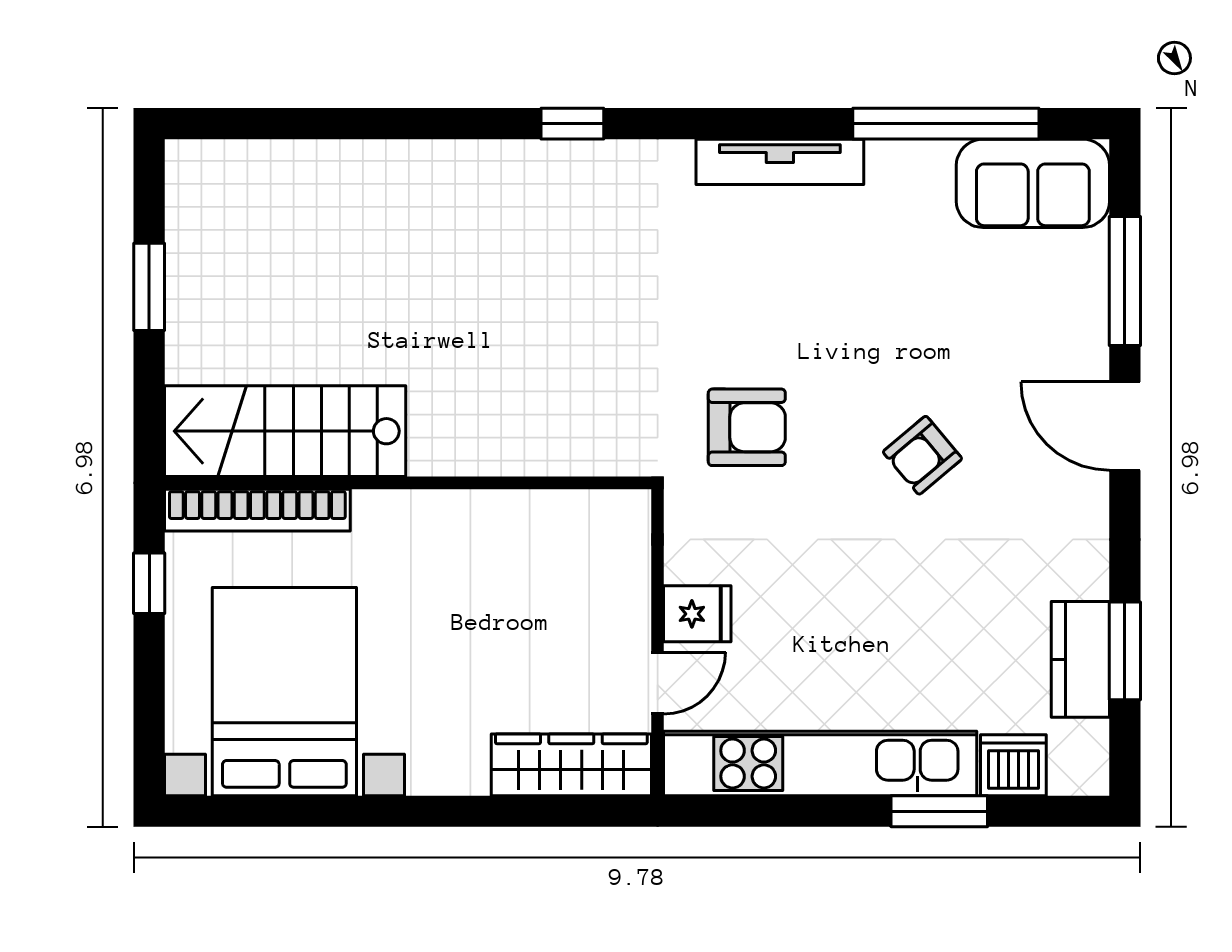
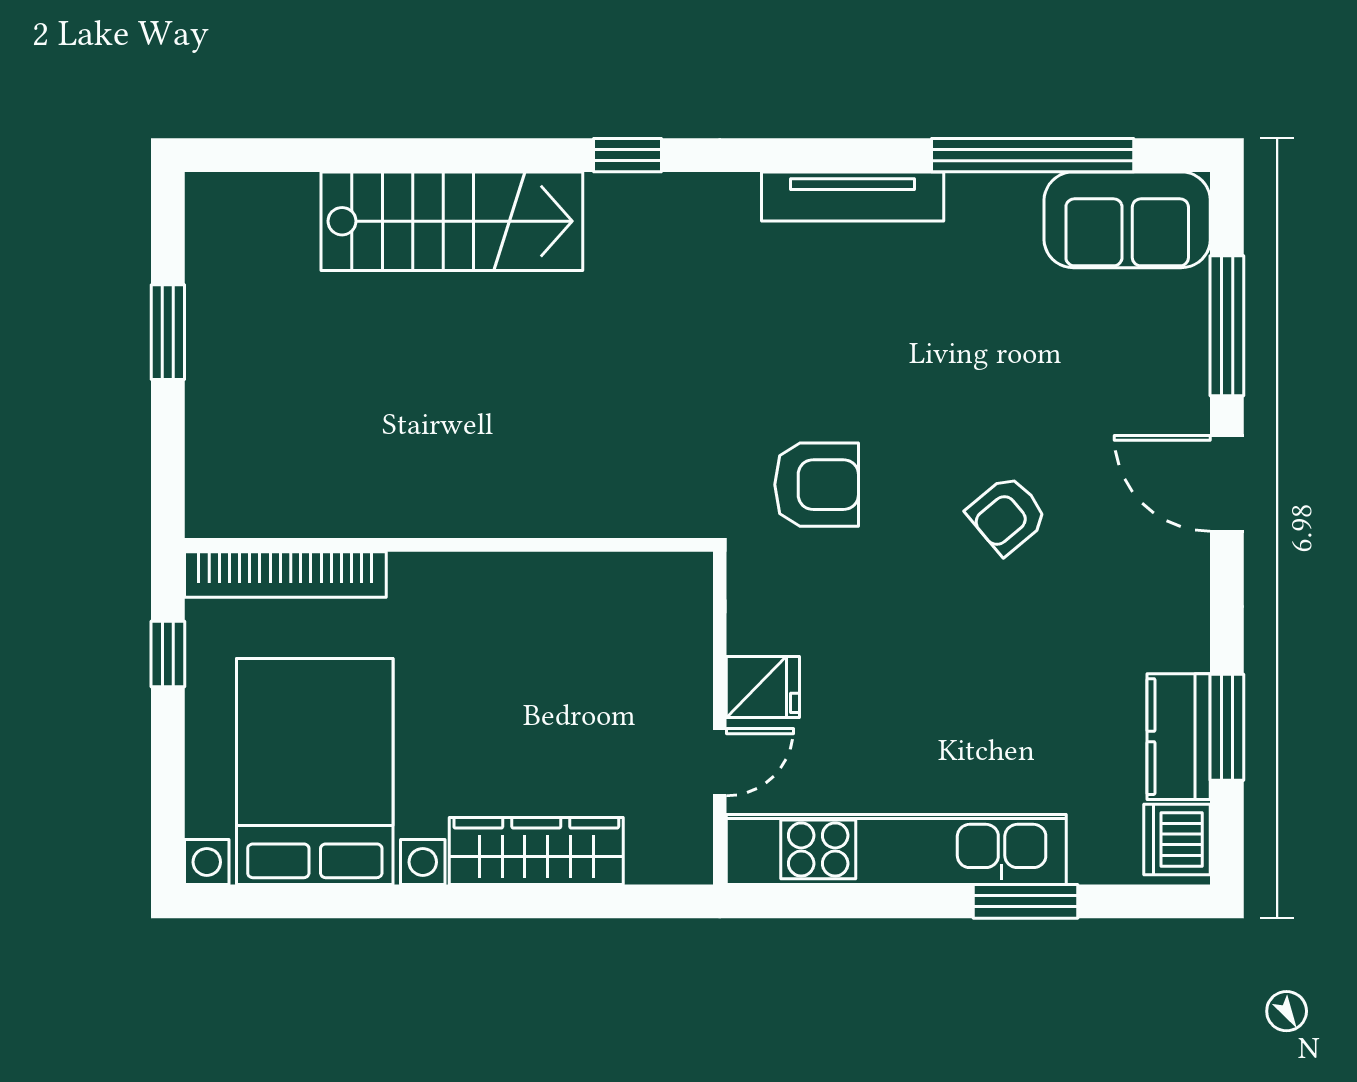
stairs: (285, 431) -> (452, 221), moved, turned 180
wardrobe: (571, 765) -> (536, 851), moved
dishwasher: (1013, 765) -> (1177, 839), moved, turned -90

